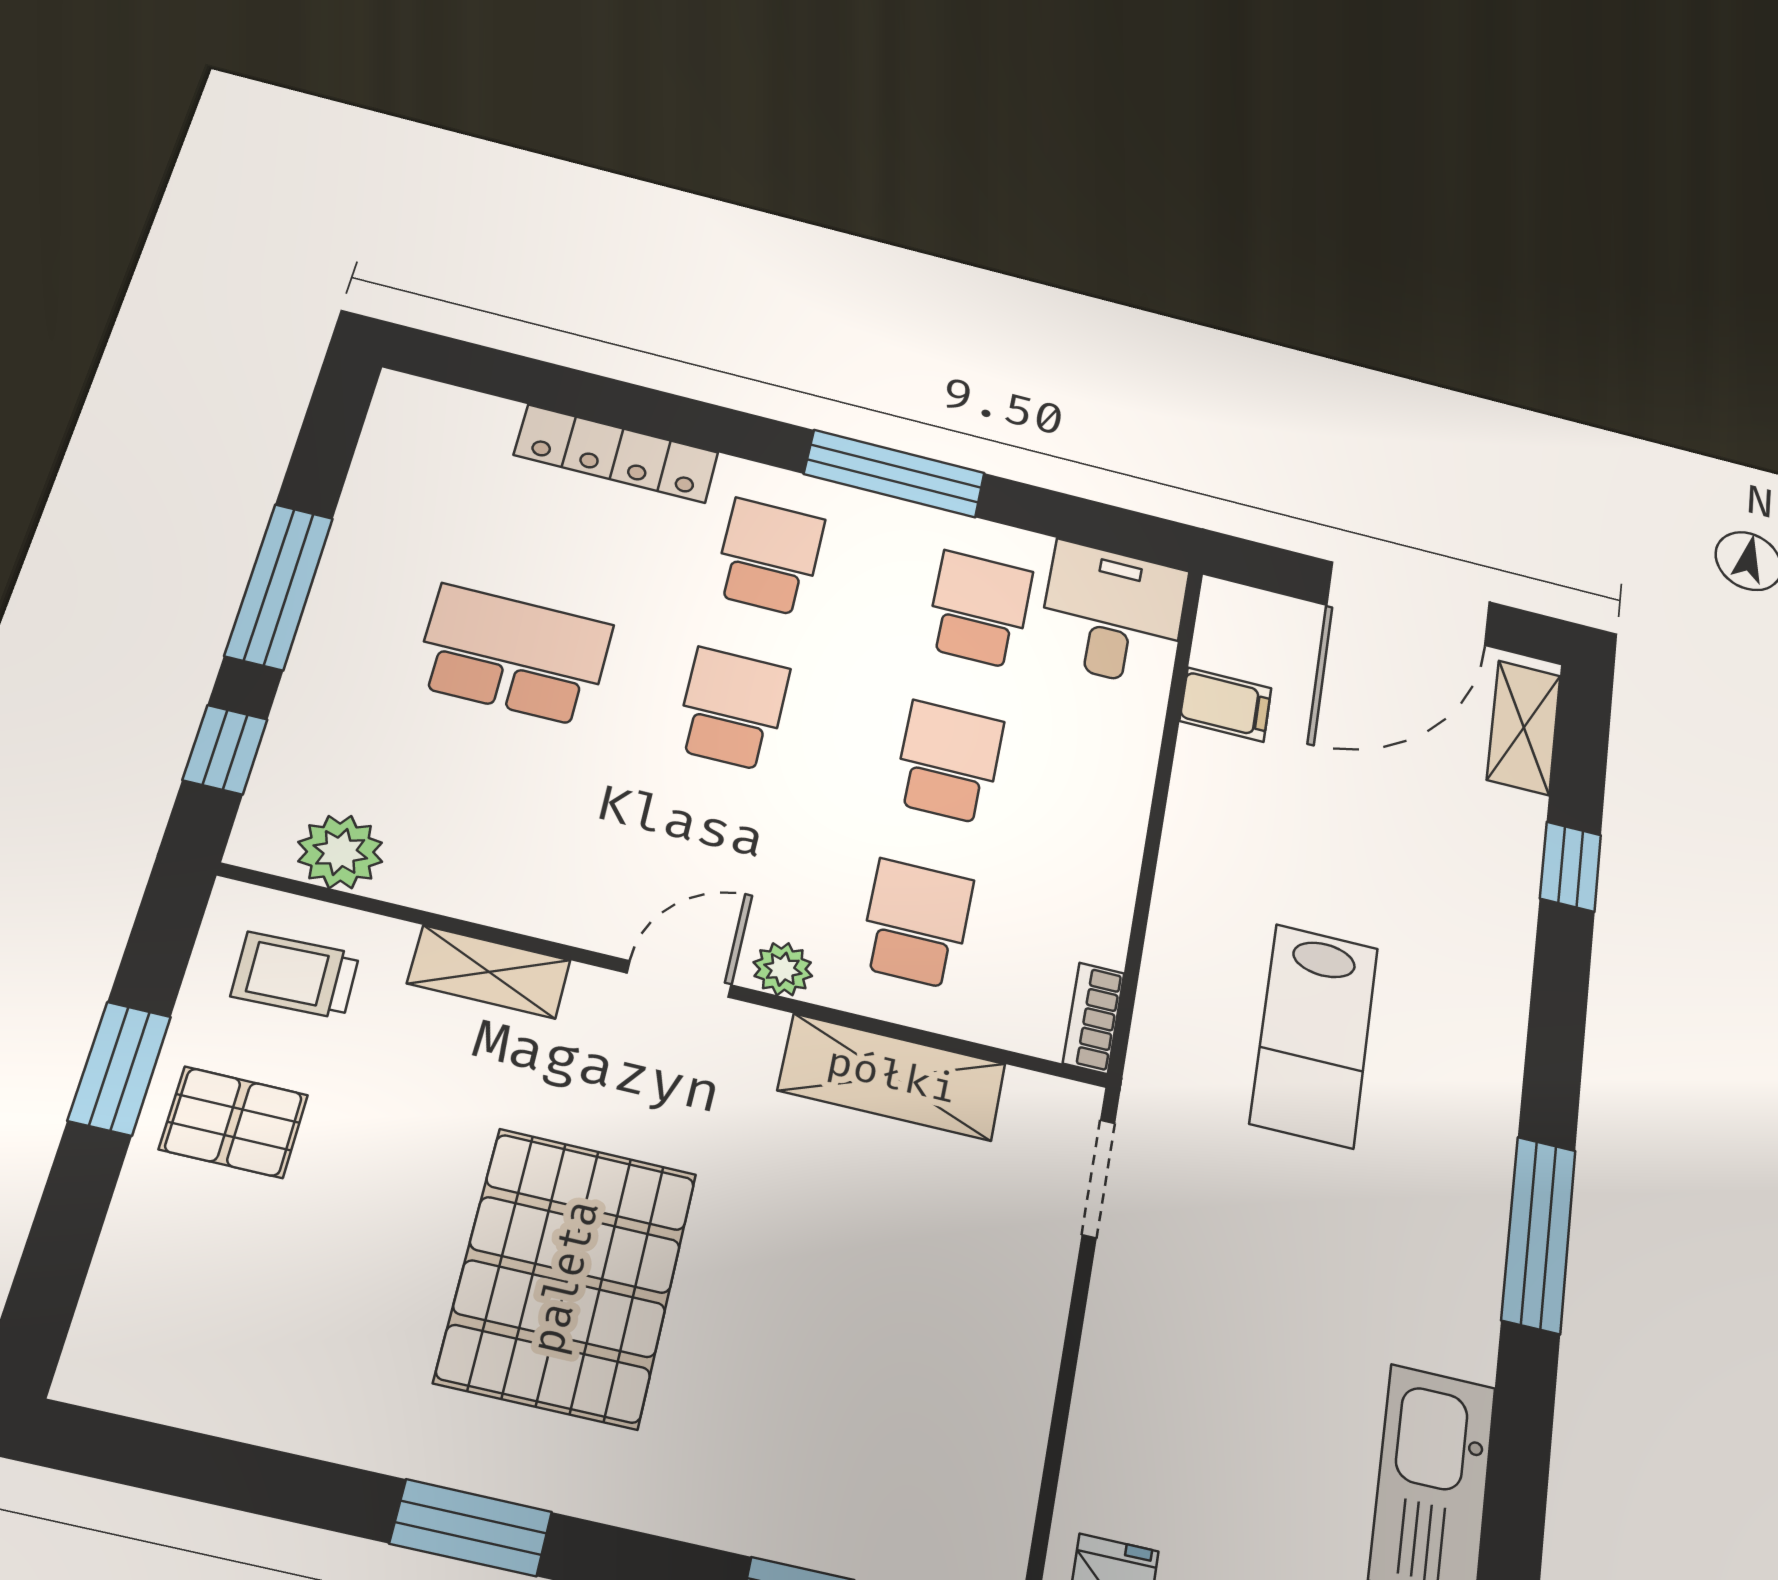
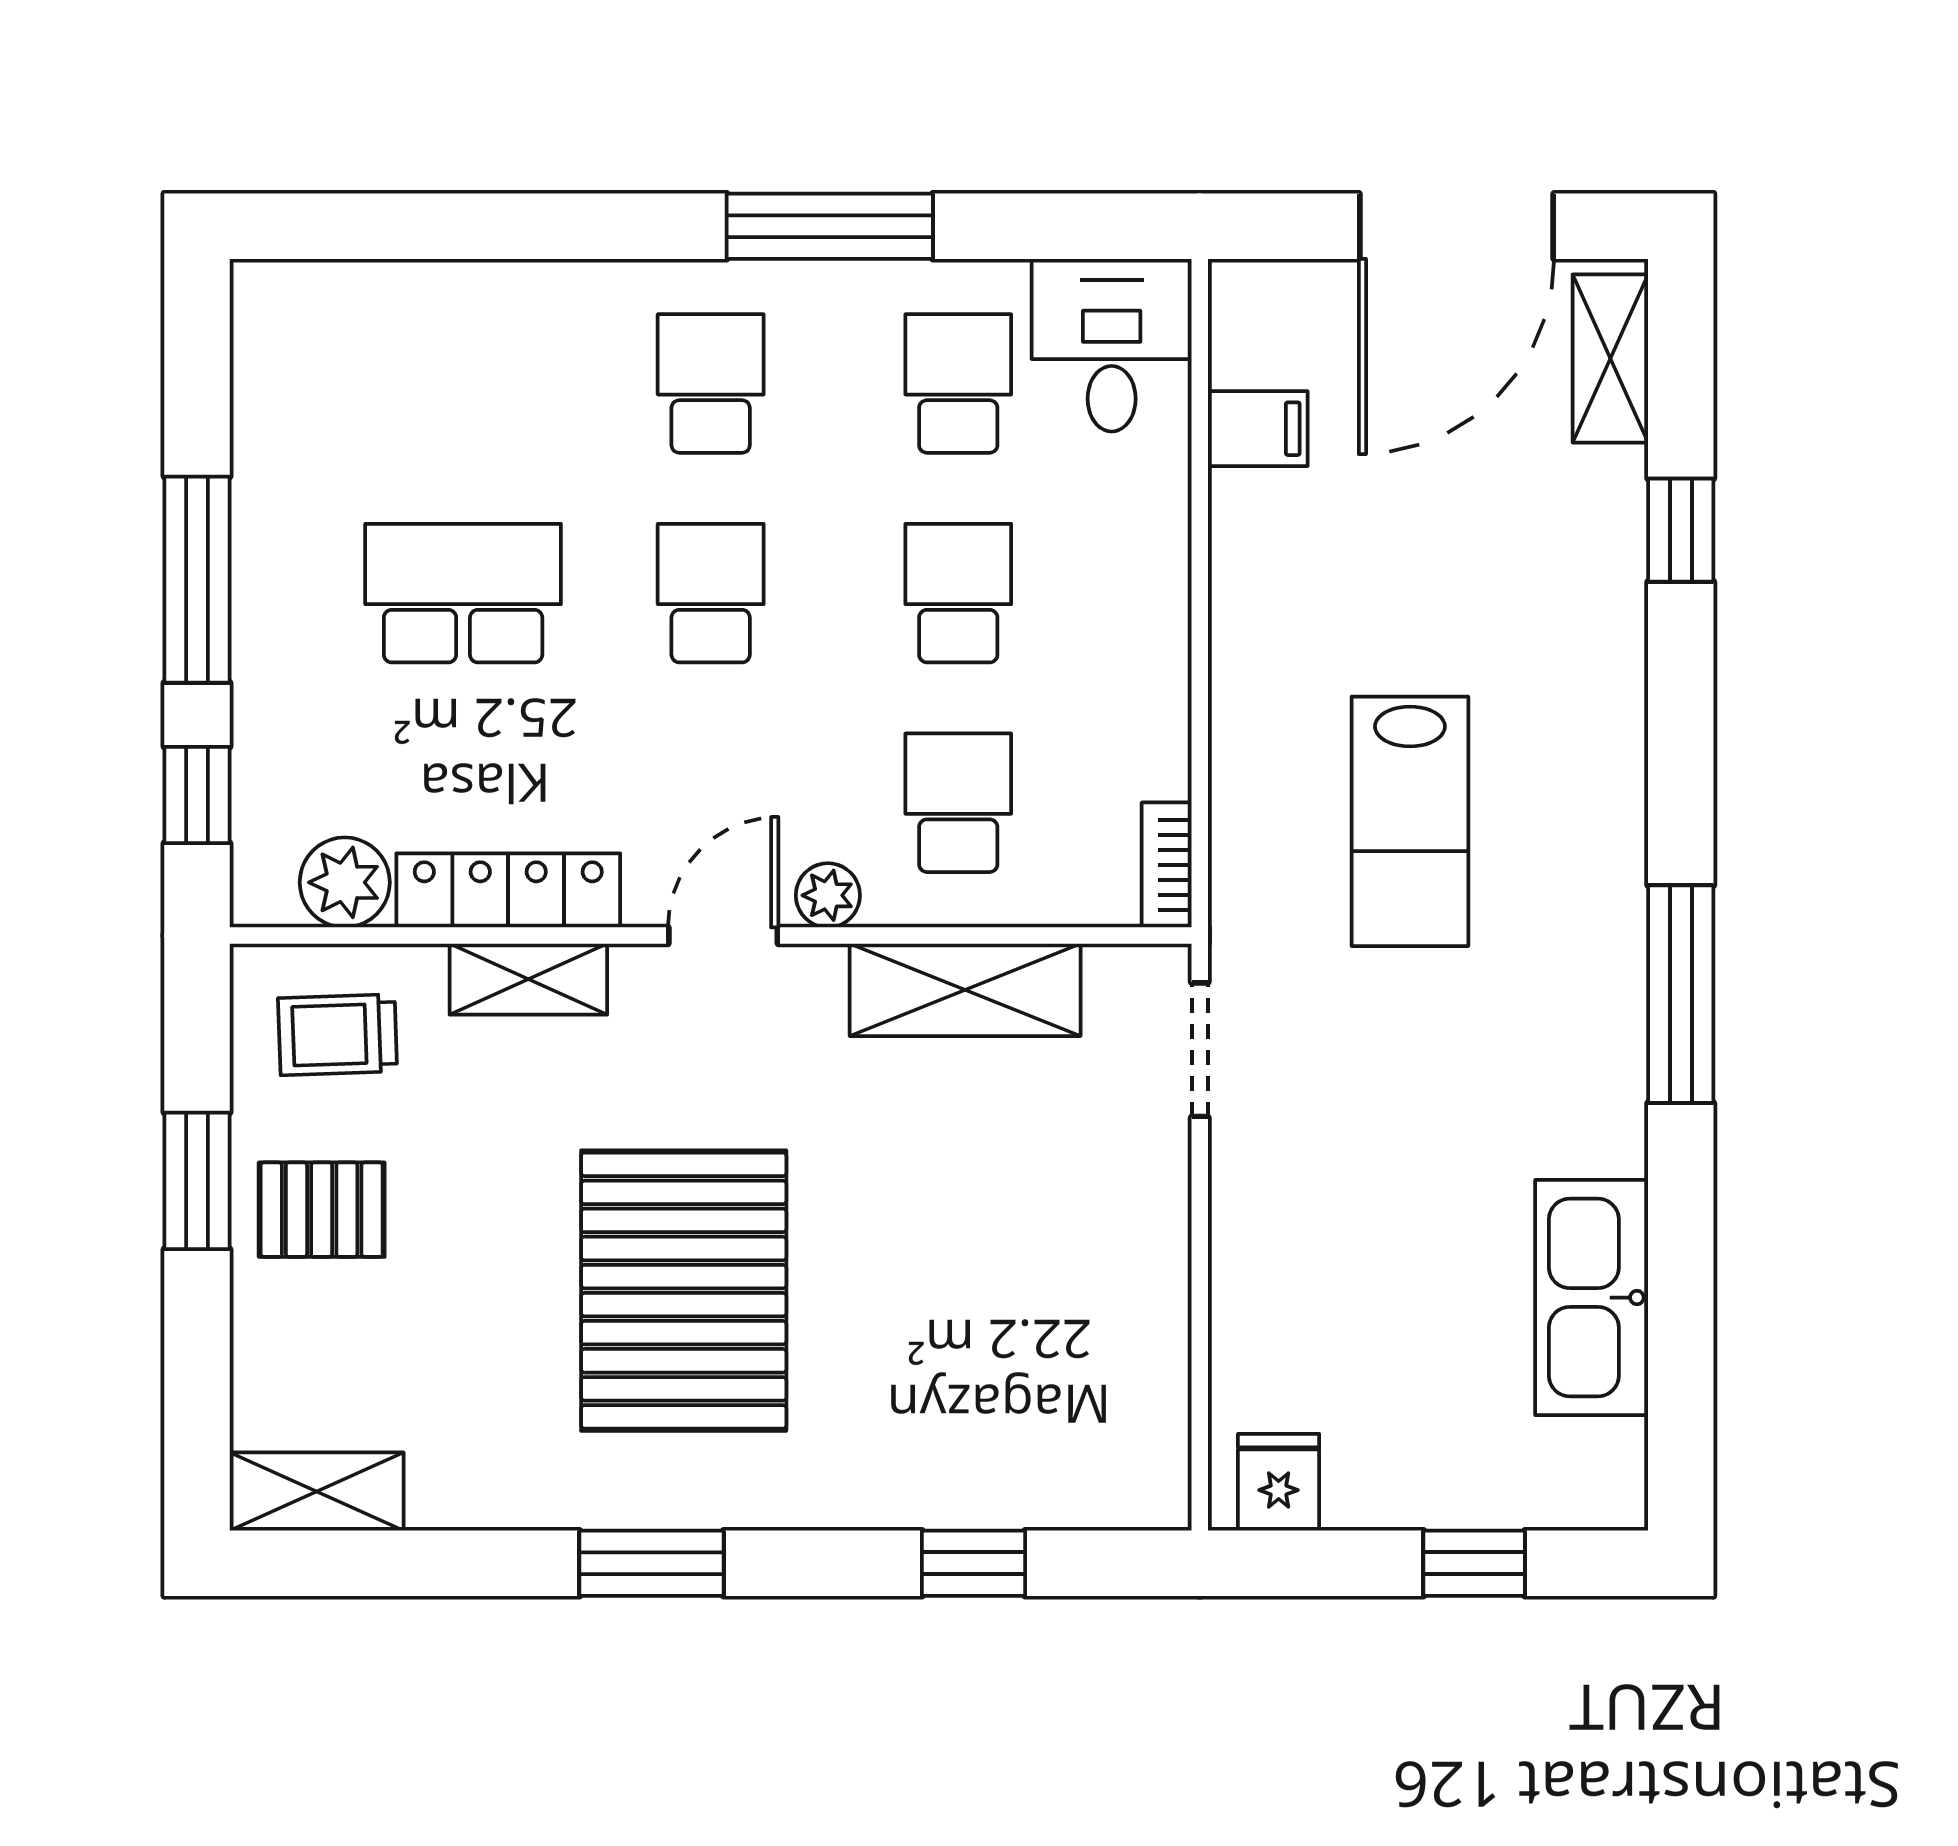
locker: (616, 454) -> (508, 890), moved, turned 180
shelving: (148, 1381) -> (317, 1492), added

